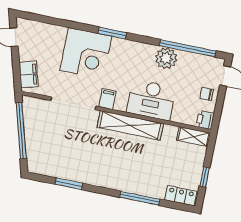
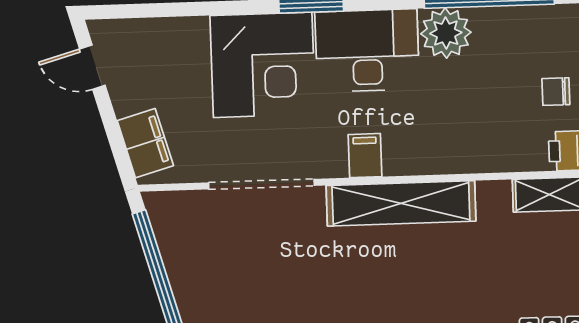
filing cabinet: (107, 99) -> (365, 156), moved
desk: (151, 100) -> (367, 51), moved, turned 180

